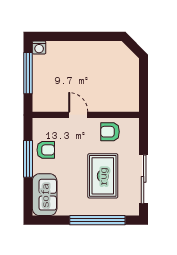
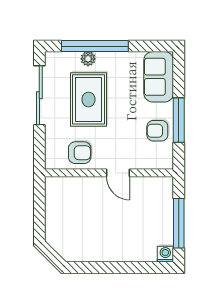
plant: (103, 210) -> (88, 59), added

